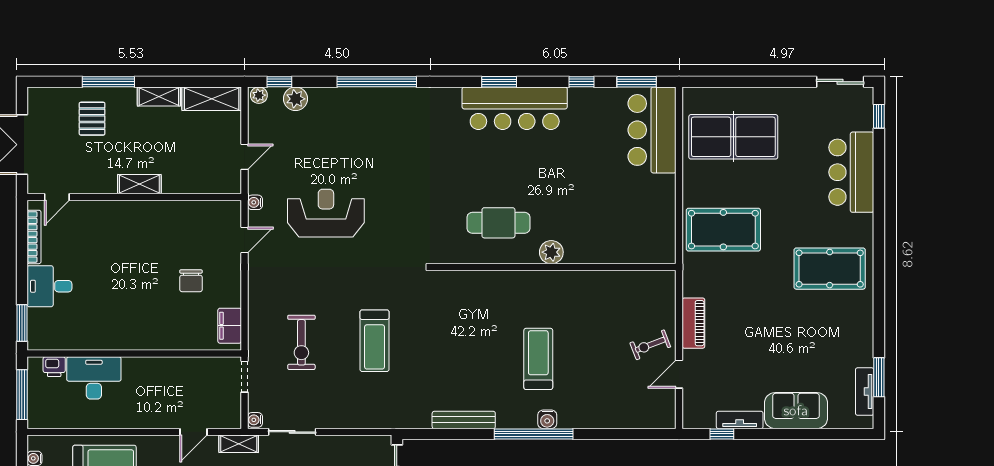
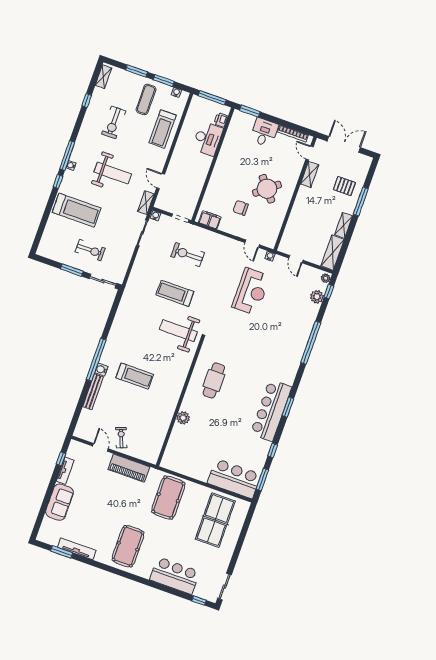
shelving: (139, 184) -> (310, 174), moved
round table: (143, 248) -> (267, 189), added
plant: (551, 252) -> (183, 418), moved
weight bench: (435, 313) -> (178, 331), added
piano: (693, 323) -> (129, 468), width x1.37, depth x1.33
tv unit: (865, 392) -> (77, 549), moved, width x1.41
bench: (464, 420) -> (93, 392), moved

